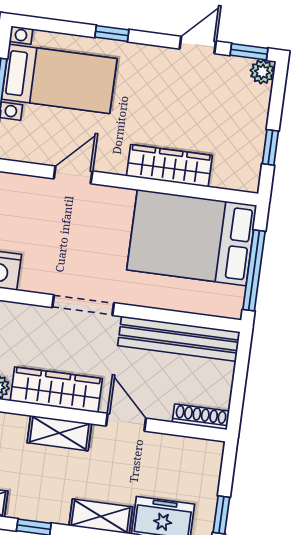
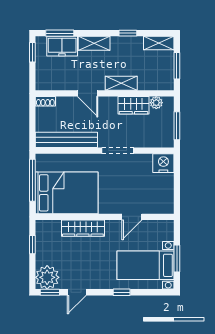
plant: (262, 72) -> (47, 277), width x1.87, depth x1.87
wardrobe: (56, 390) -> (133, 105), width x0.67
shoe rack: (201, 417) -> (45, 101), width x0.70

